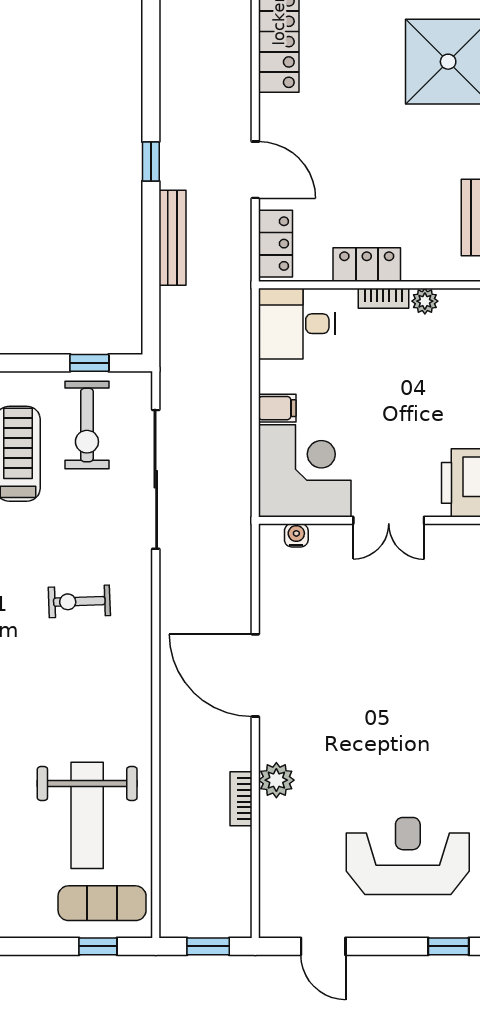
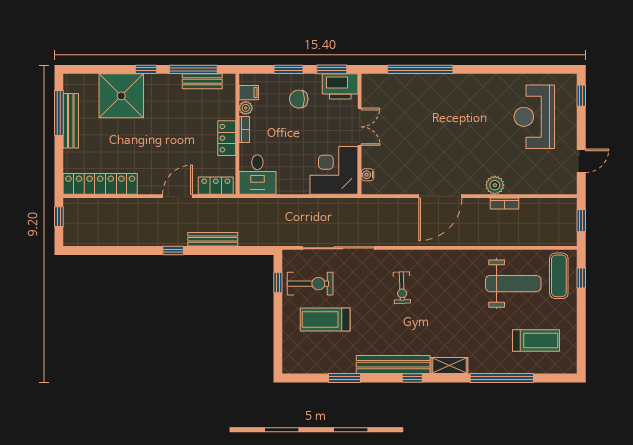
chair: (442, 403) -> (299, 99), added
filing cabinet: (277, 408) -> (249, 93), moved, turned 90

